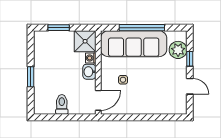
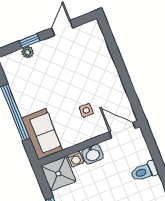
sofa: (134, 44) -> (42, 134), width x0.54, depth x0.79
plant: (178, 50) -> (28, 52), width x0.53, depth x0.53

